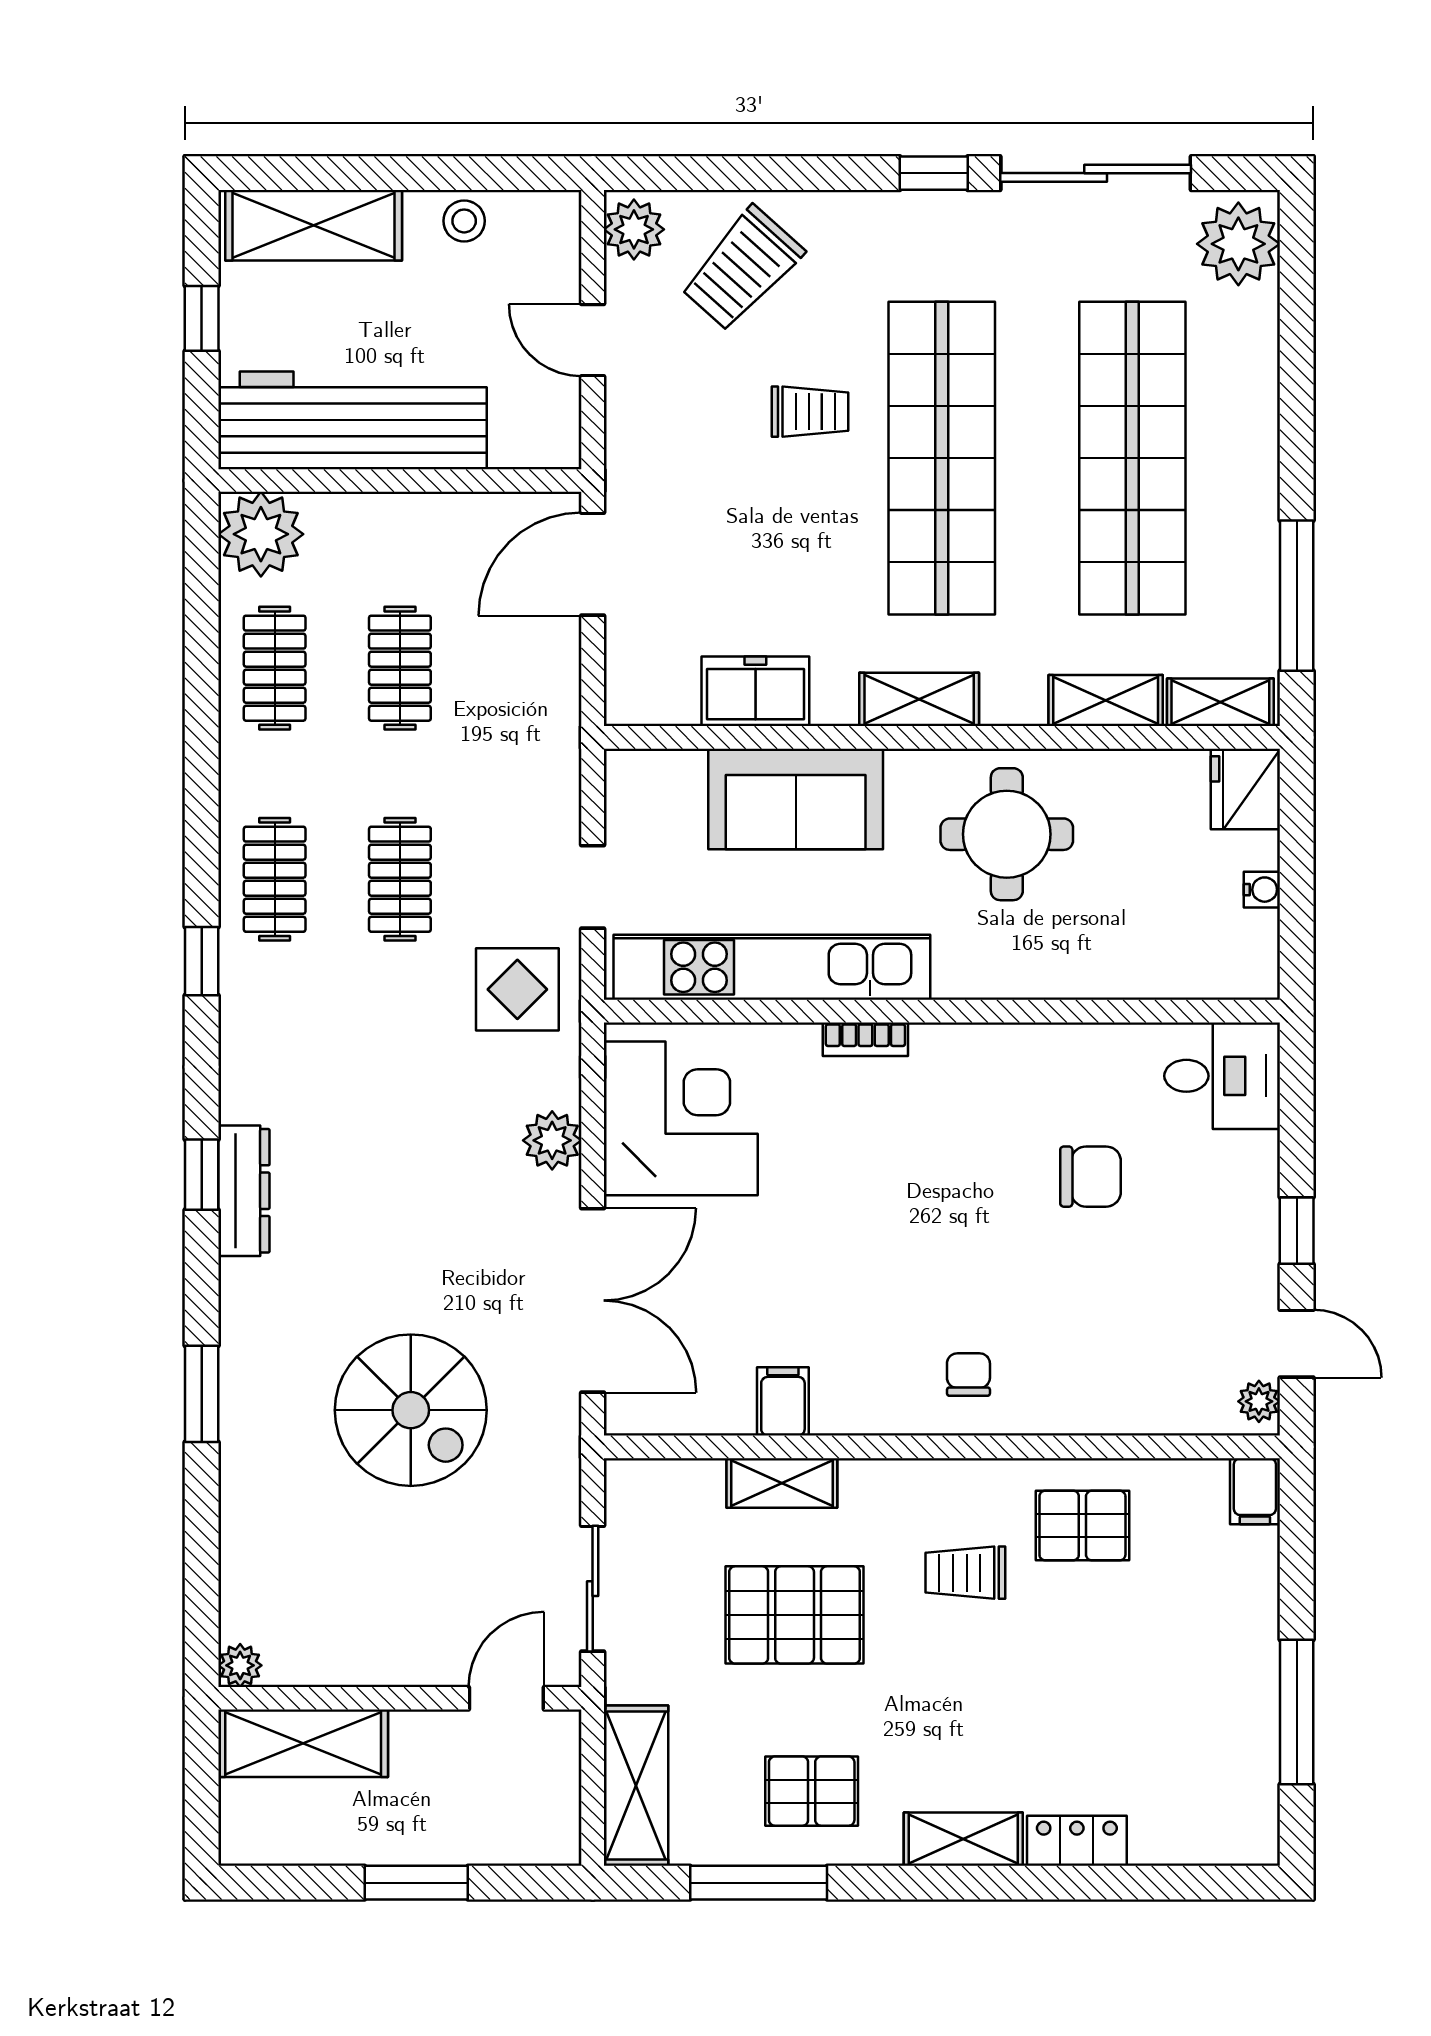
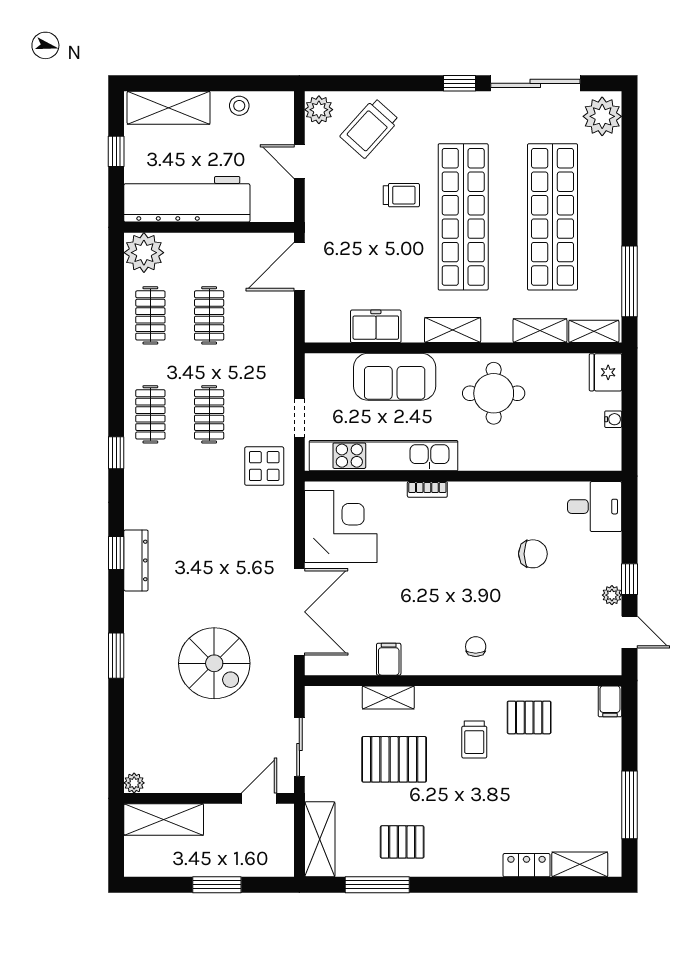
plant: (552, 1140) -> (280, 537), removed
plant: (1259, 1401) -> (612, 595), moved
trolley: (965, 1573) -> (474, 739), turned -90
shelving: (963, 1839) -> (580, 864), moved

